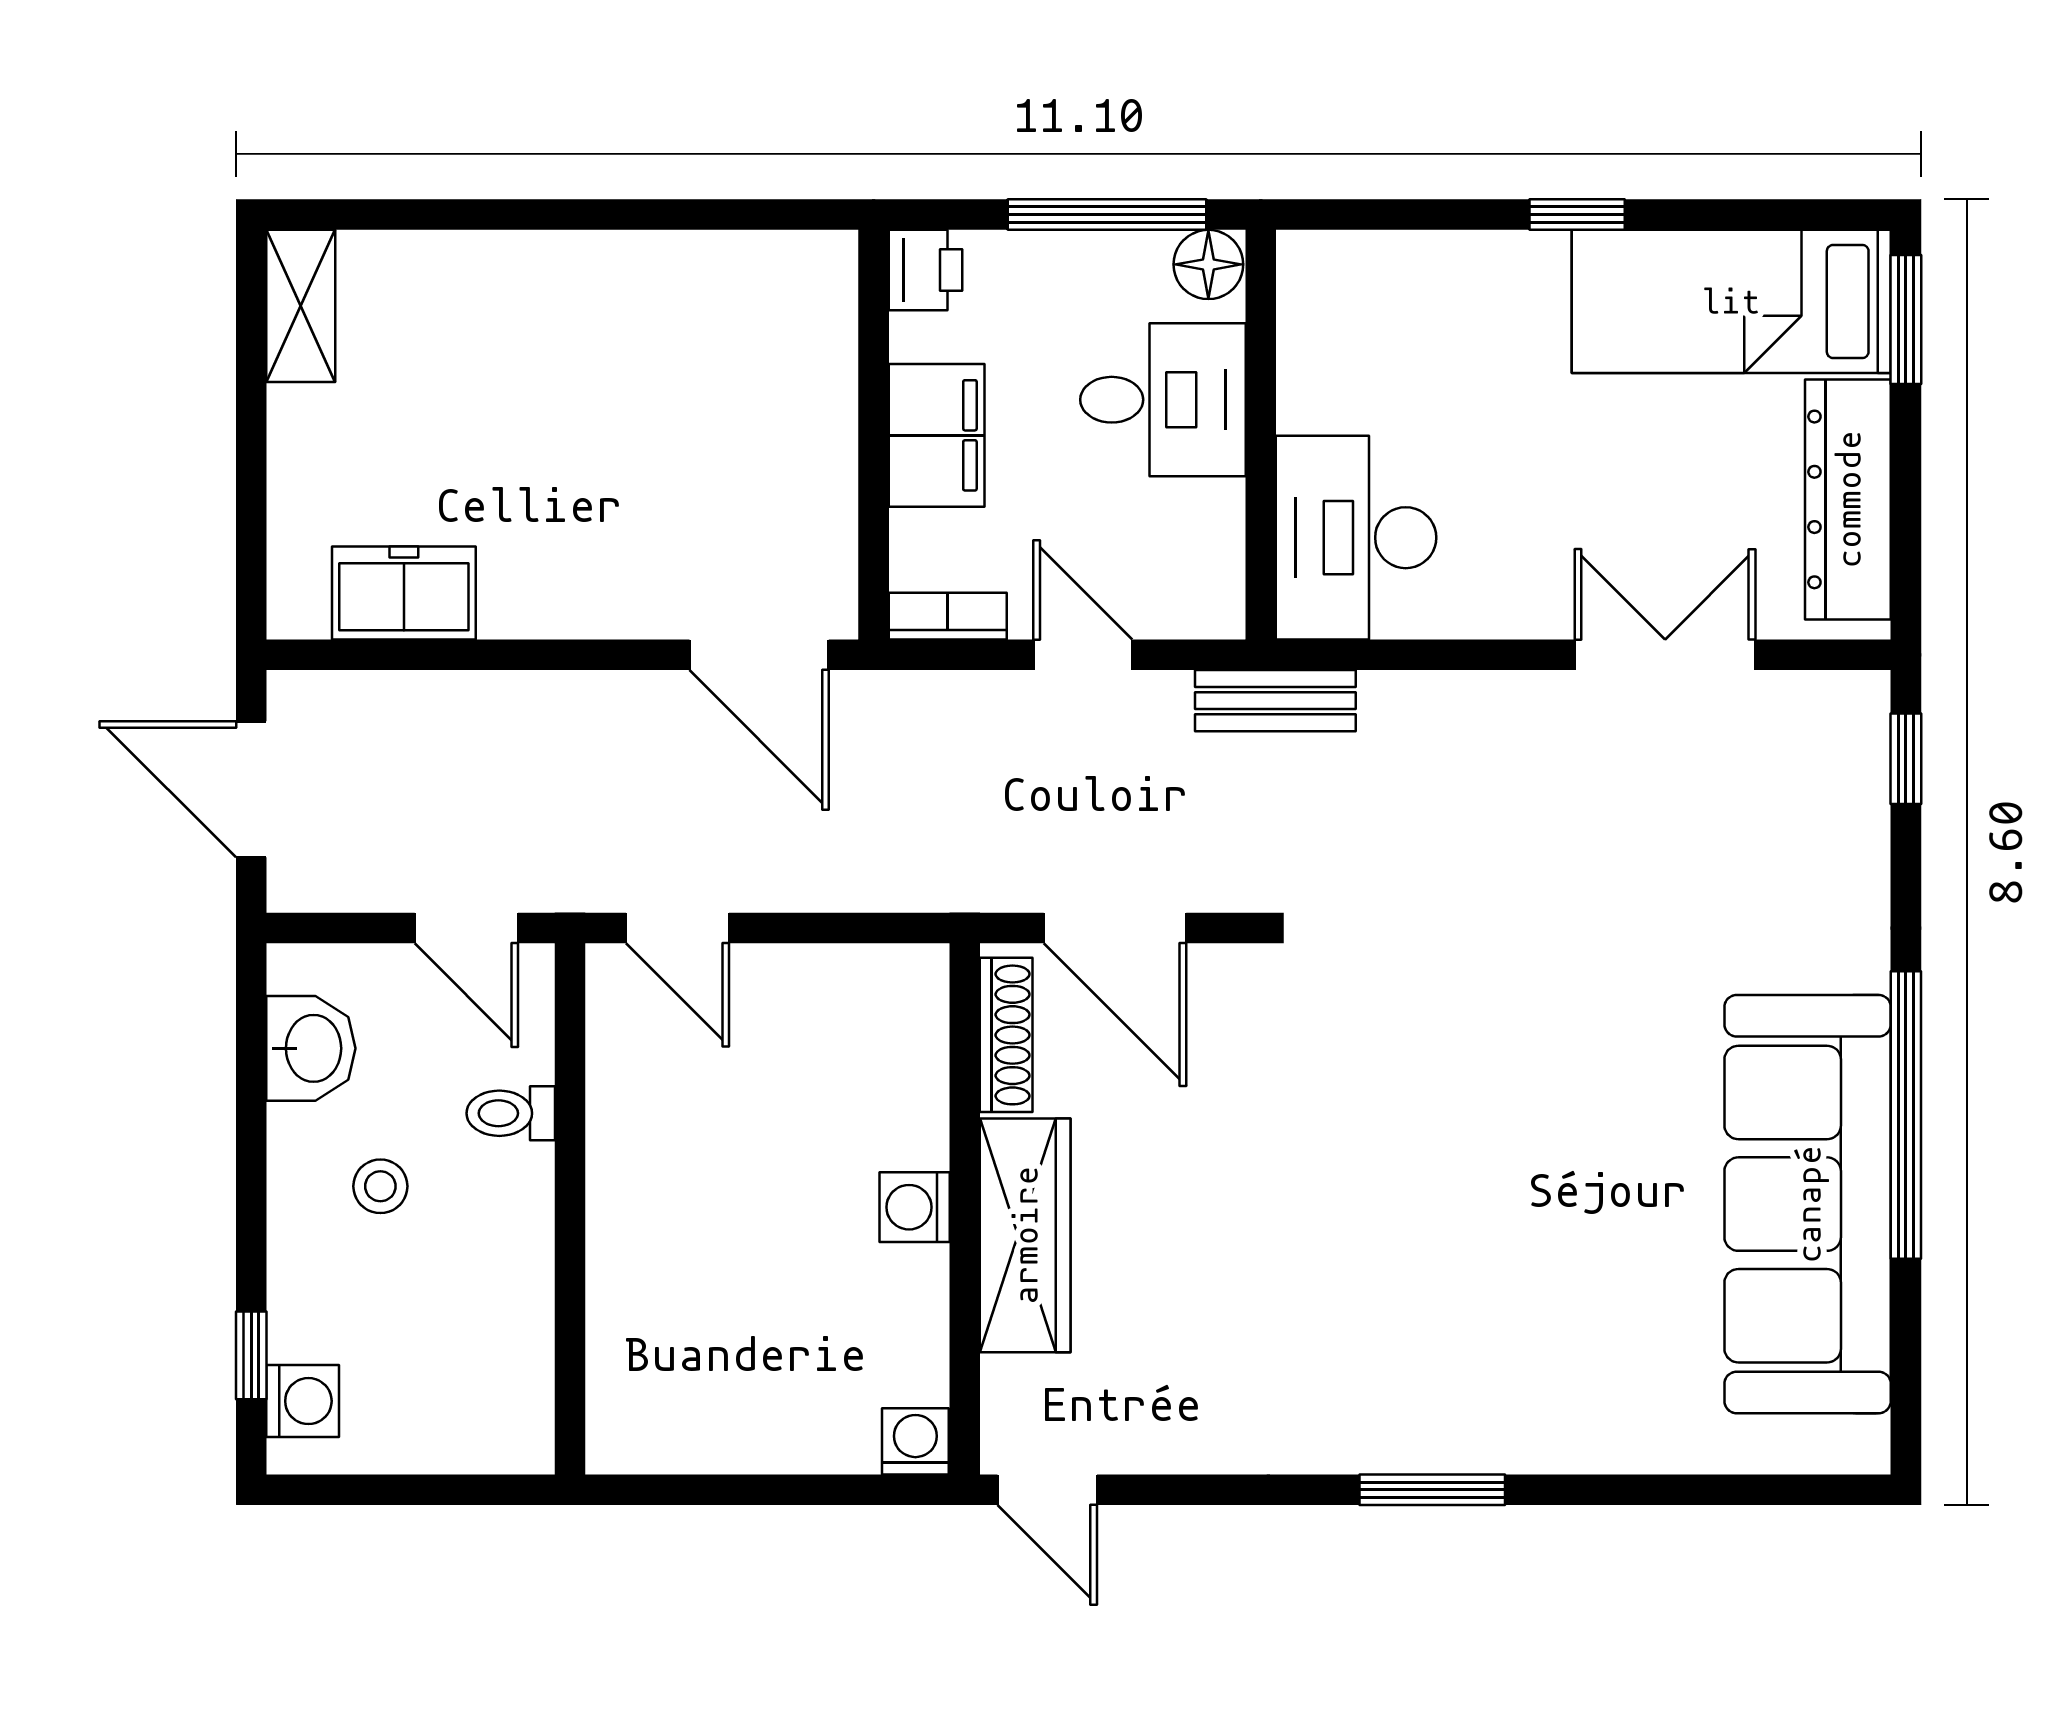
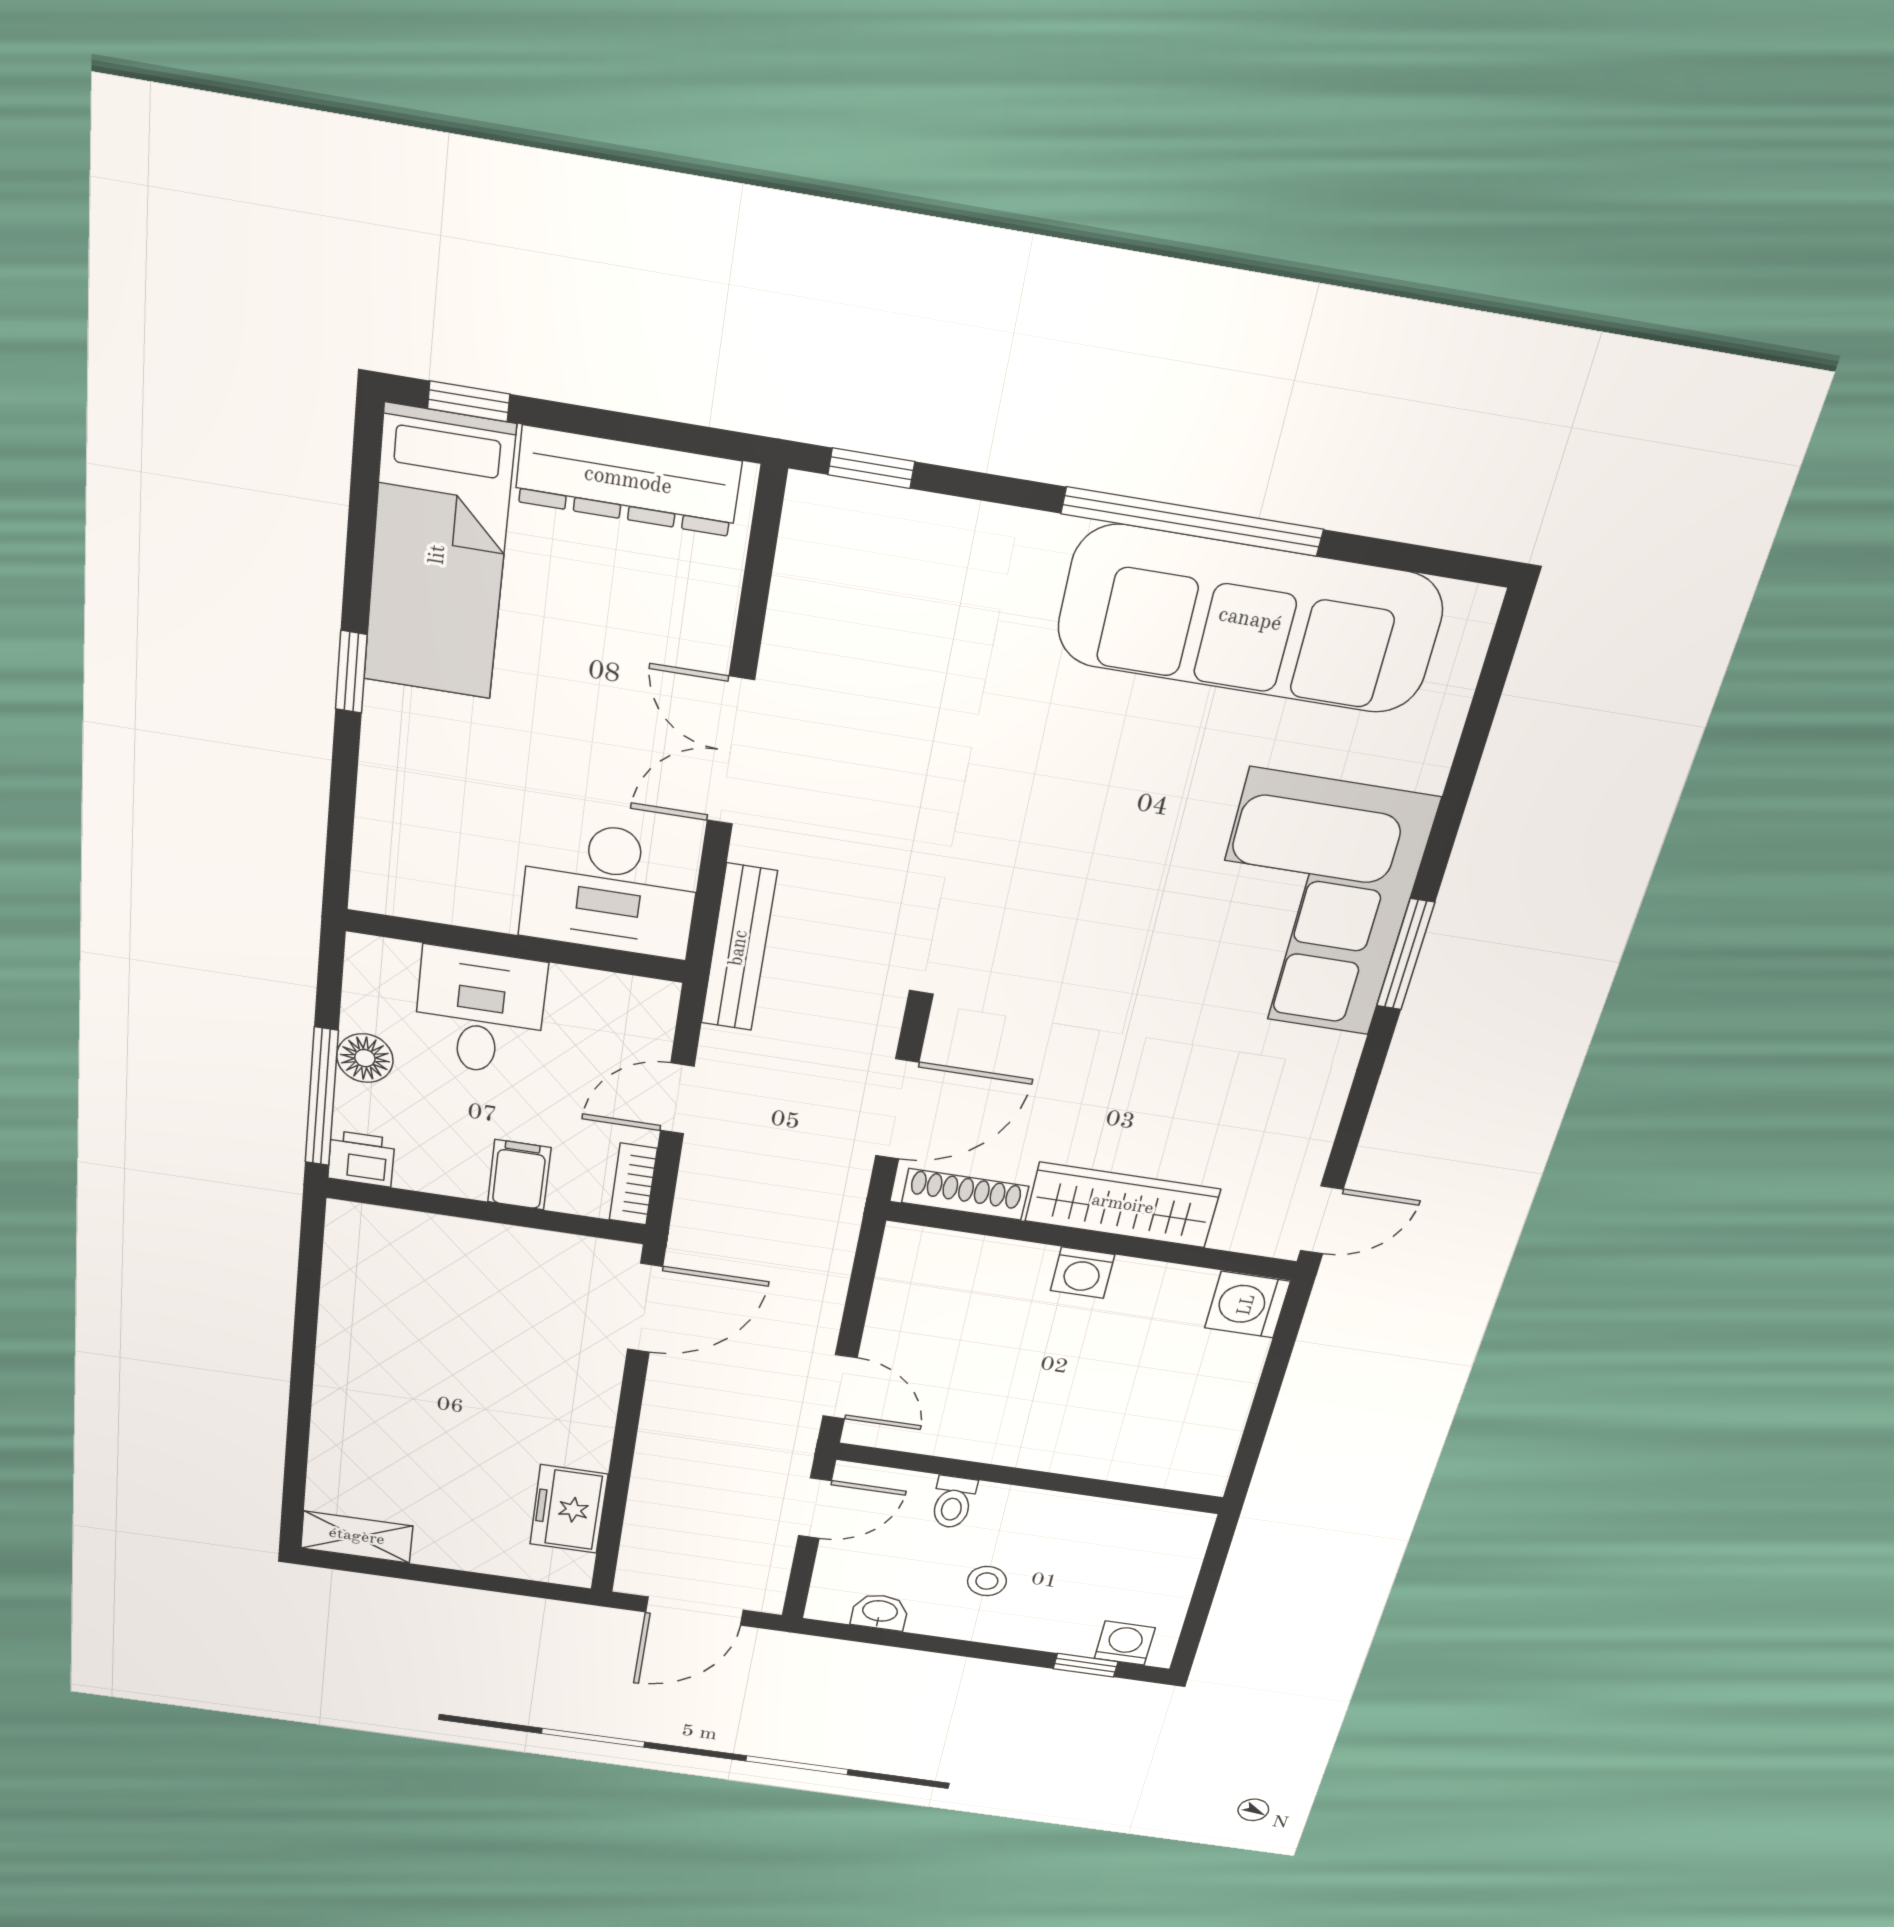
window: (1107, 215) -> (322, 1097), moved
floor lamp: (1208, 264) -> (365, 1058), moved
window: (1906, 319) -> (469, 401), width x0.67
filing cabinet: (937, 435) -> (519, 1175), width x0.50
double door: (1665, 655) -> (731, 751), moved
bench: (1275, 701) -> (739, 948), width x1.36
door: (678, 928) -> (840, 1387), hinge flipped
washbasin: (311, 1048) -> (880, 1612), width x0.72, depth x0.69
corner sofa: (1478, 1361) -> (1310, 904), added
washing machine: (915, 1441) -> (1247, 1305), width x1.38, depth x1.38

